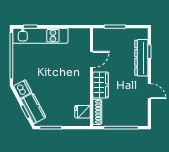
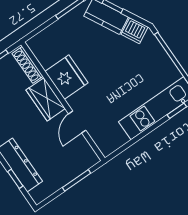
fridge: (82, 112) -> (66, 77), moved, width x1.88, depth x1.34

